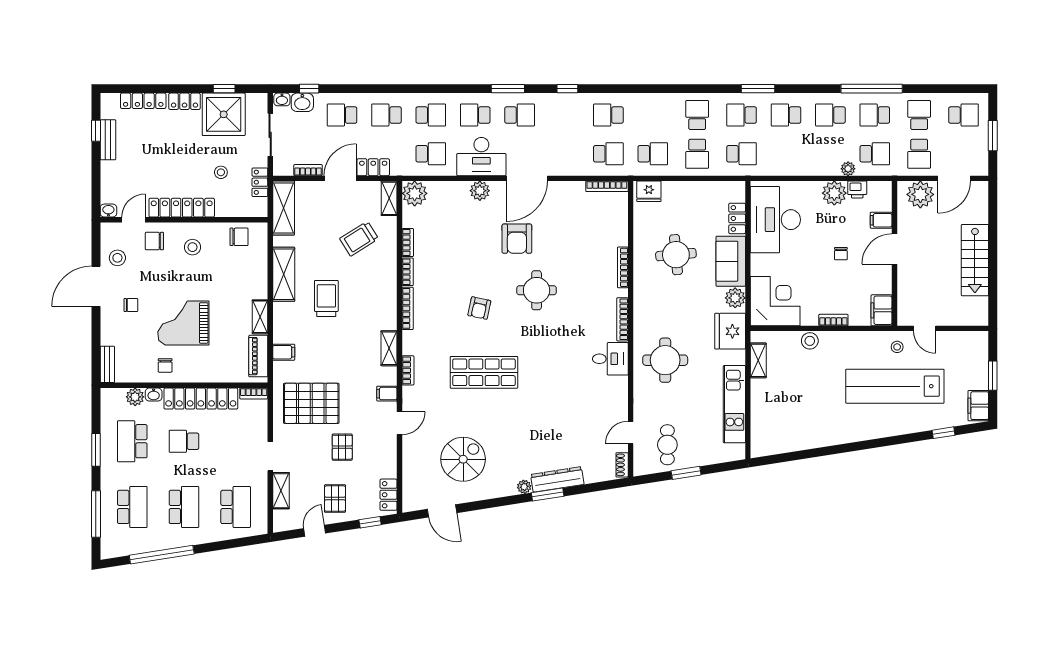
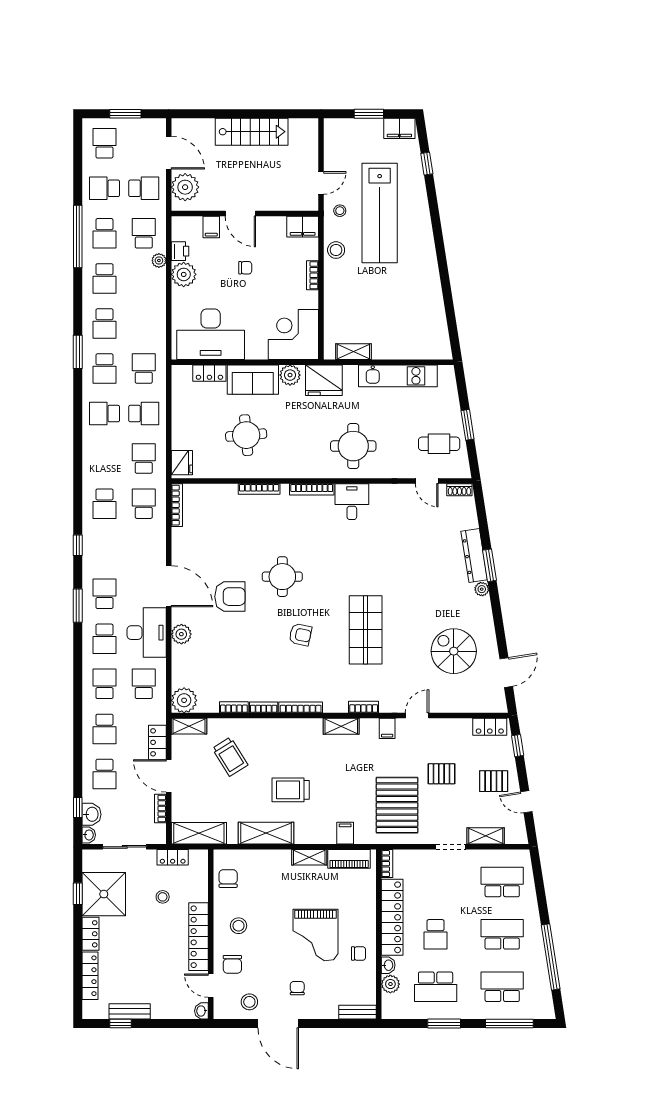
stool: (810, 341) -> (336, 250), moved
door: (400, 423) -> (417, 716), hinge flipped

